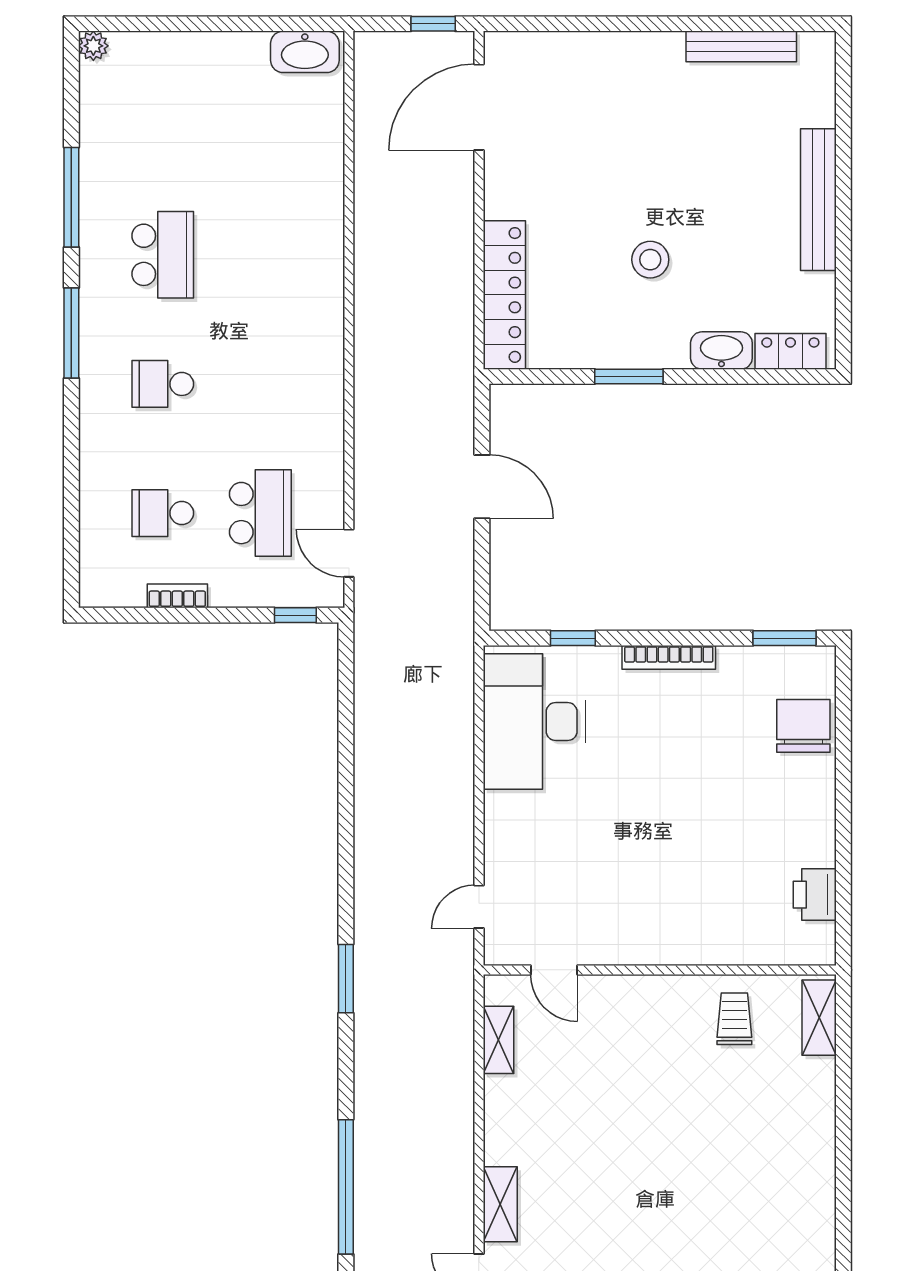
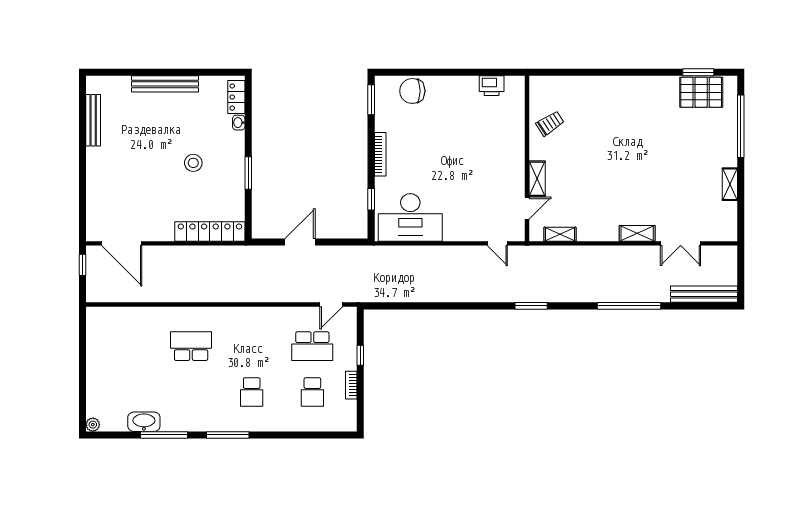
washbasin: (305, 52) -> (144, 422), moved, turned -90
school desk: (163, 255) -> (191, 346), moved
washbasin: (721, 350) -> (239, 123), width x0.52, depth x0.69
school desk: (260, 513) -> (312, 346), turned 180
window: (295, 615) -> (360, 355), moved
shelving: (819, 1018) -> (537, 179), moved, turned 90
trolley: (734, 1019) -> (550, 123), turned 147

